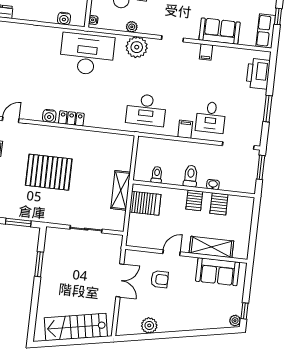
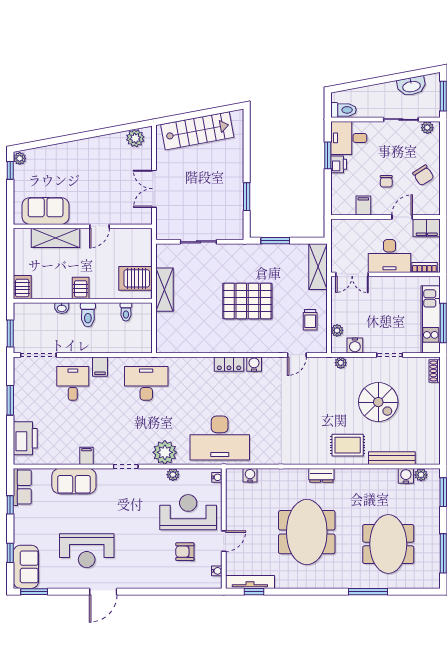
server rack: (219, 204) -> (22, 287), moved
armchair: (160, 279) -> (110, 195), removed
plant: (149, 325) -> (135, 138), moved

